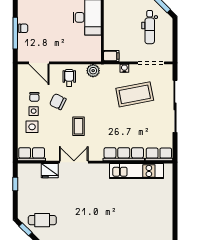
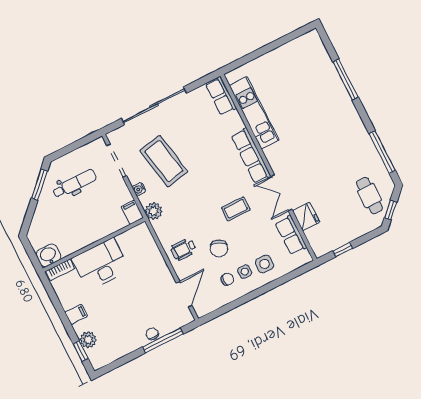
plant: (93, 71) -> (154, 211), moved
row of seats: (32, 154) -> (291, 235), moved
row of seats: (124, 154) -> (251, 156), moved

